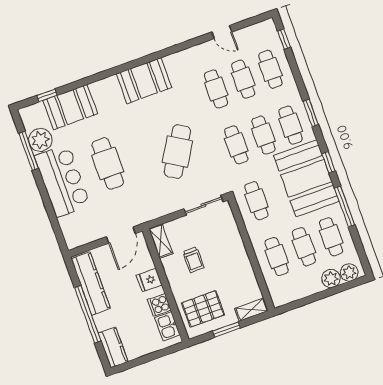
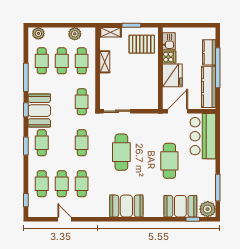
cafe table: (263, 135) -> (62, 143), removed
plant: (40, 140) -> (208, 209), moved
cafe table: (177, 152) -> (121, 152), turned -31
booth: (306, 178) -> (39, 111), width x0.73, depth x0.70
bar counter: (62, 181) -> (203, 136), moved
shelving: (161, 241) -> (105, 62), moved
trolley: (193, 260) -> (136, 78), removed
plant: (331, 279) -> (75, 34), moved
fridge: (149, 280) -> (172, 75), width x1.88, depth x1.34
kitchen counter: (113, 347) -> (209, 52), moved

